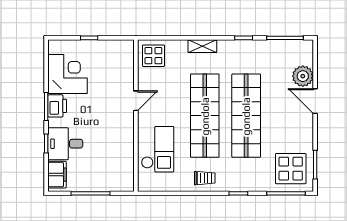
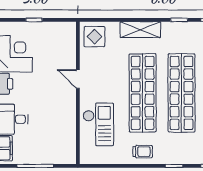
shelving: (202, 46) -> (140, 30), width x1.50, depth x1.33
door: (136, 101) -> (78, 79), swing flipped

